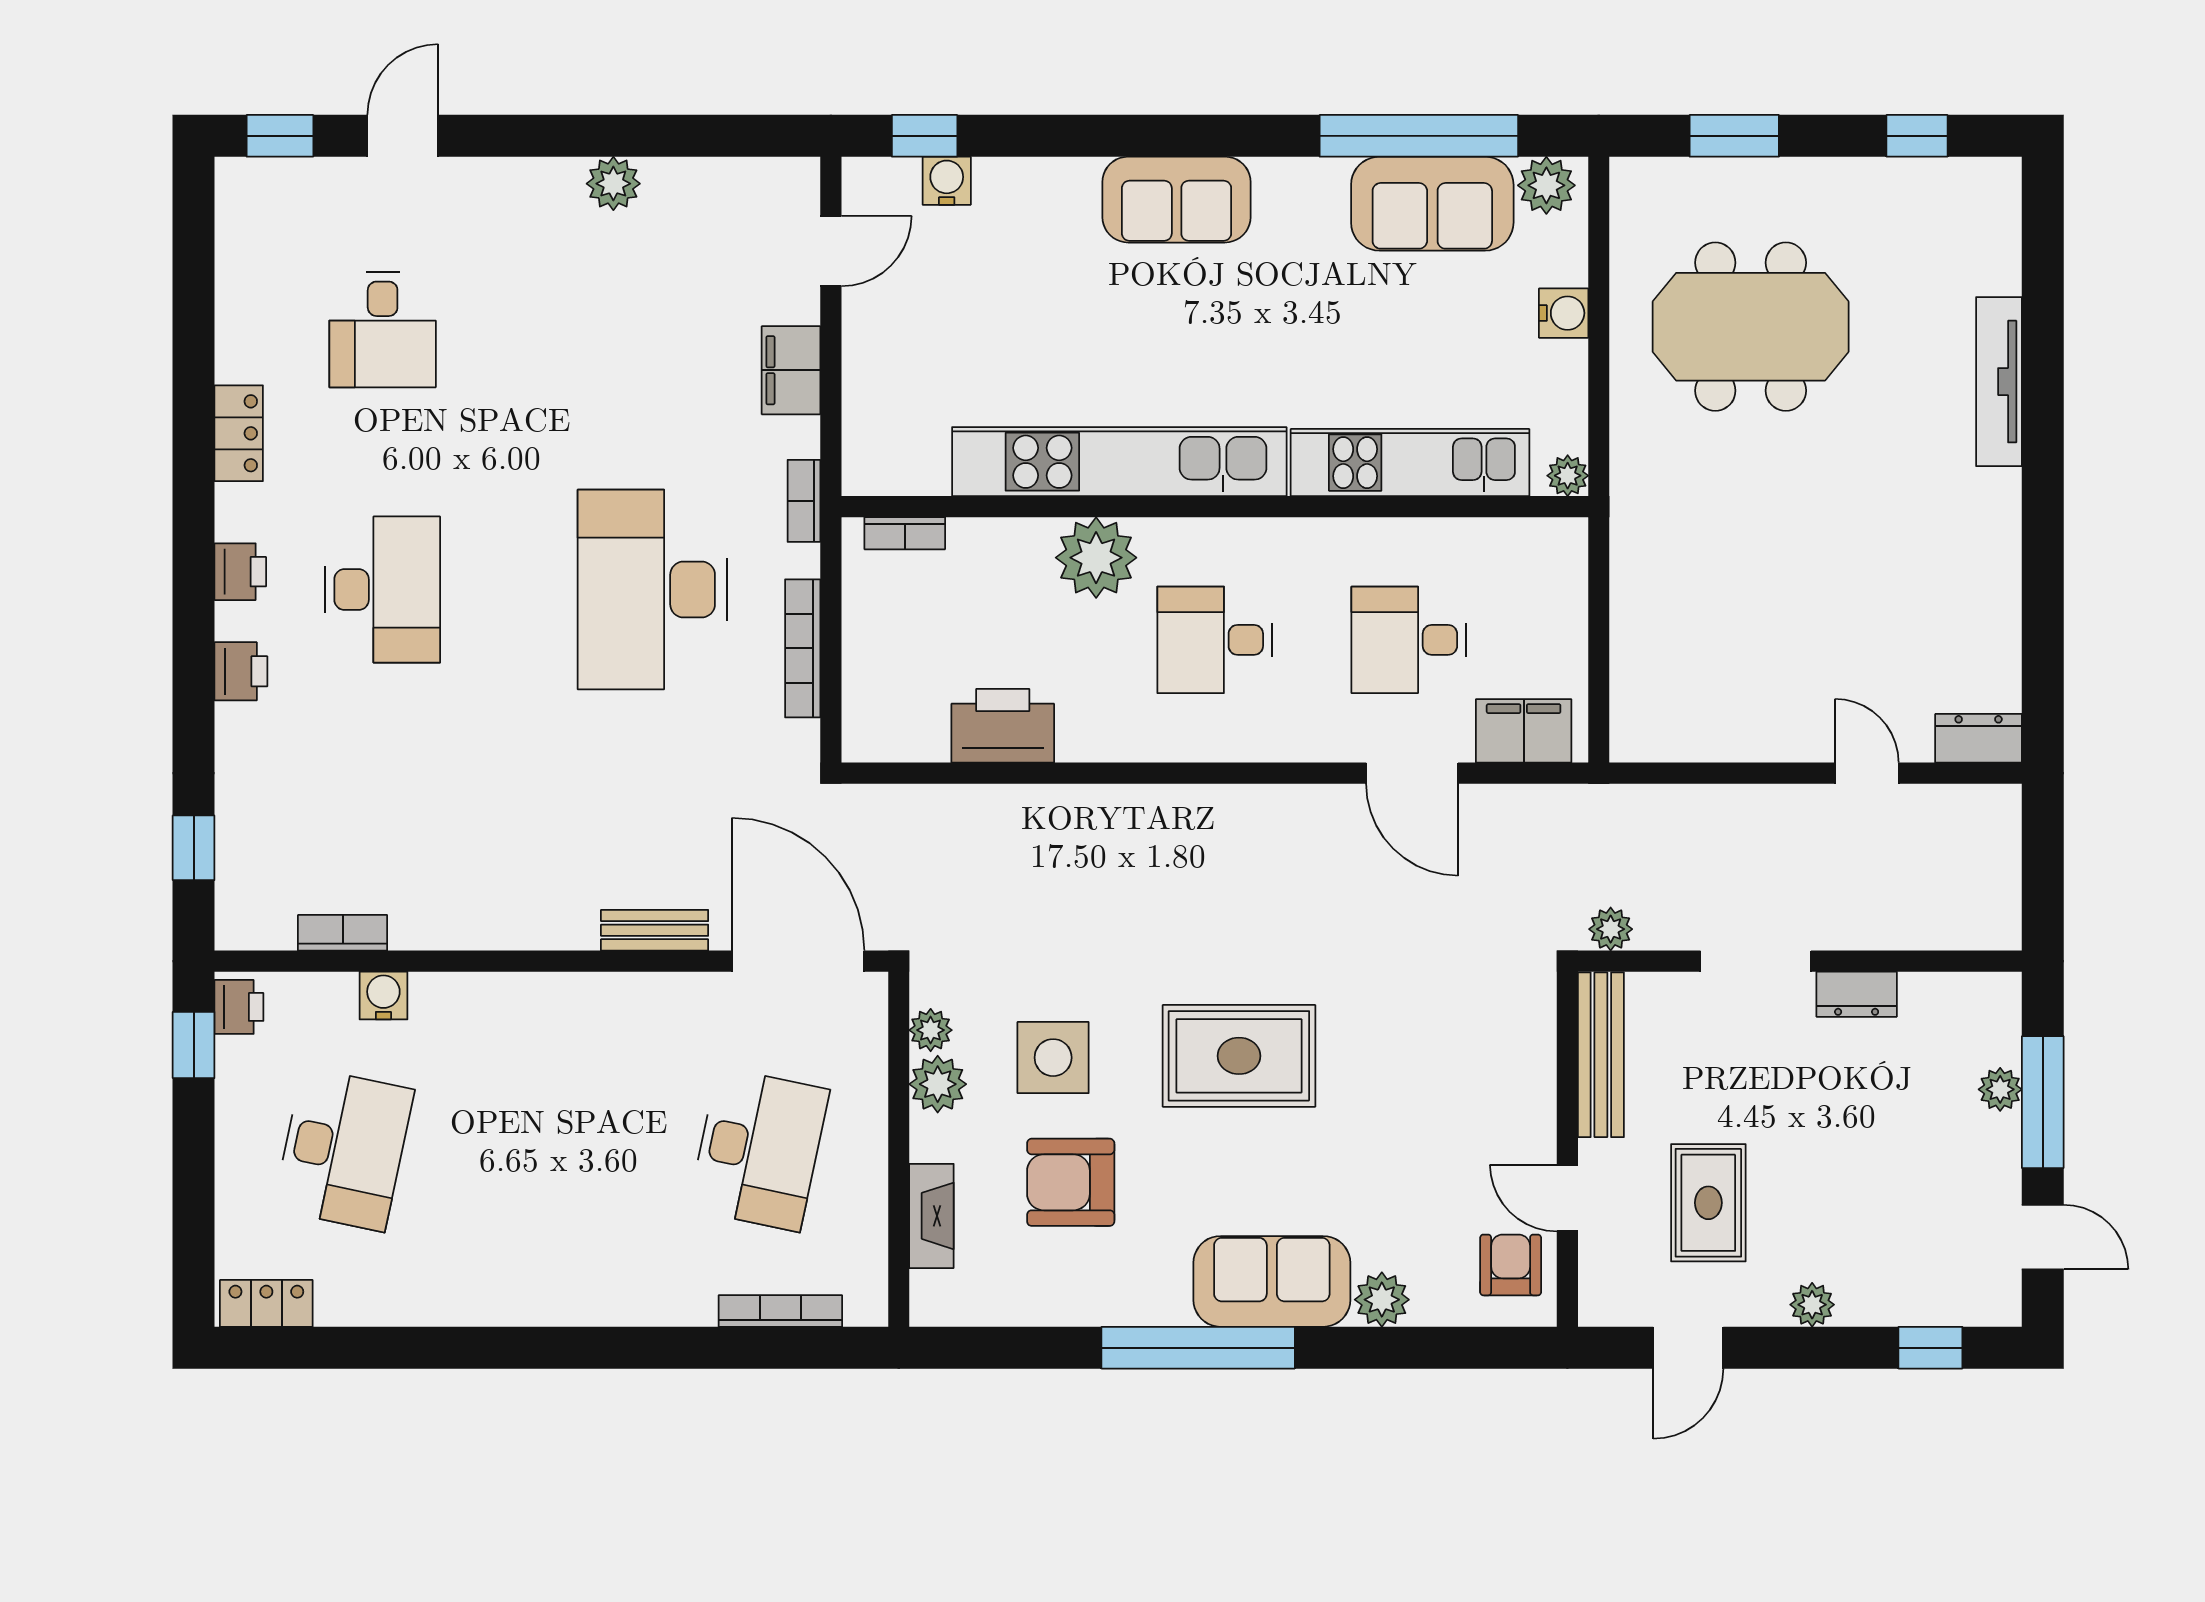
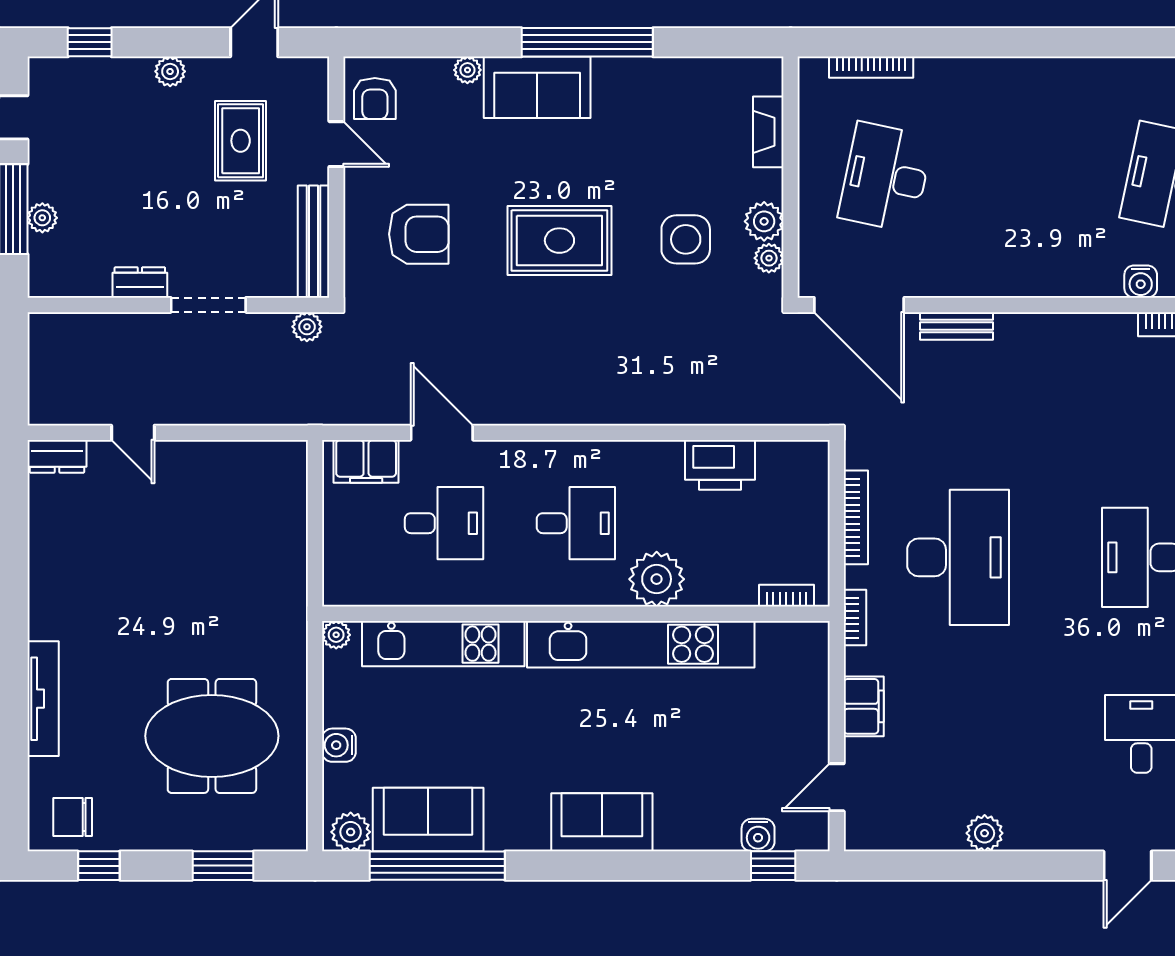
chair: (1956, 207) -> (73, 817), added
armchair: (1071, 1182) -> (419, 234), moved
plant: (1382, 1300) -> (467, 70), width x0.73, depth x0.73

